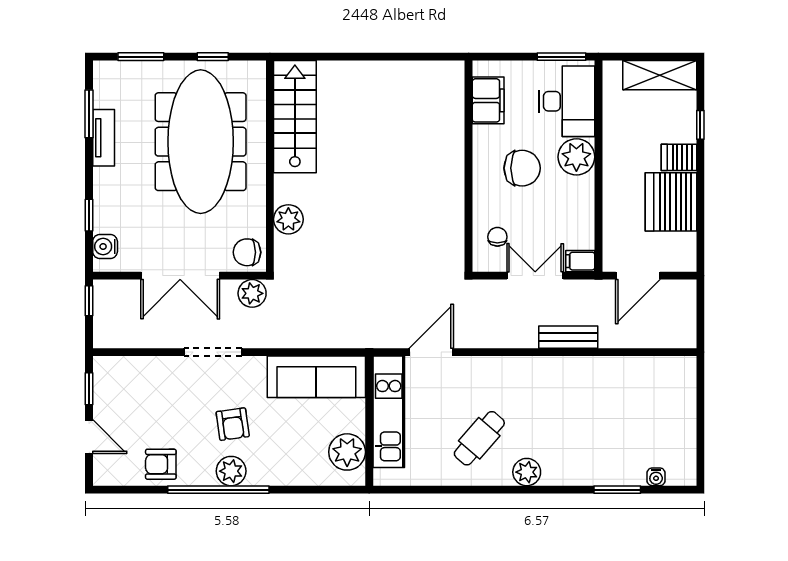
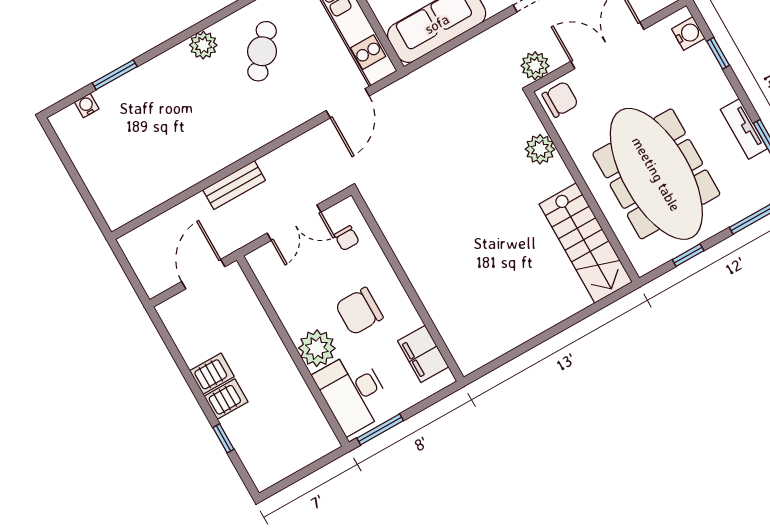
shelving: (660, 75) -> (284, 462), removed
server rack: (671, 202) -> (212, 374), width x0.46, depth x0.70
filing cabinet: (580, 261) -> (261, 258), removed

